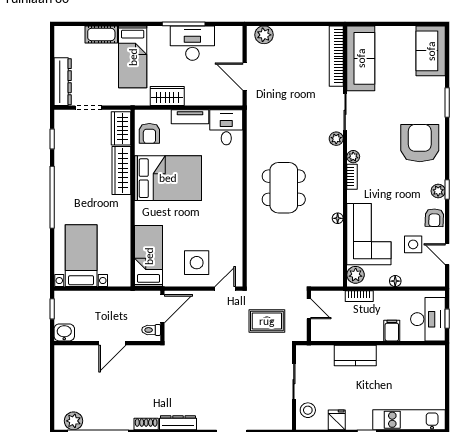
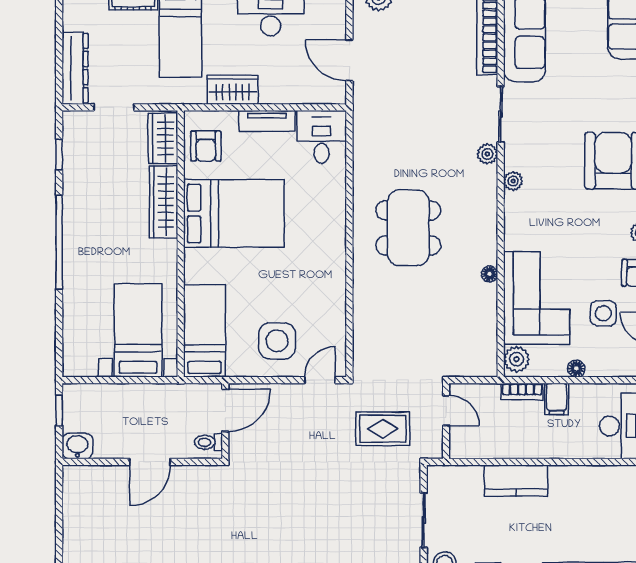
bookcase: (352, 177) -> (511, 211), removed
bed with nightstands: (81, 256) -> (138, 330), moved
filing cabinet: (392, 331) -> (557, 399), moved, turned 180

